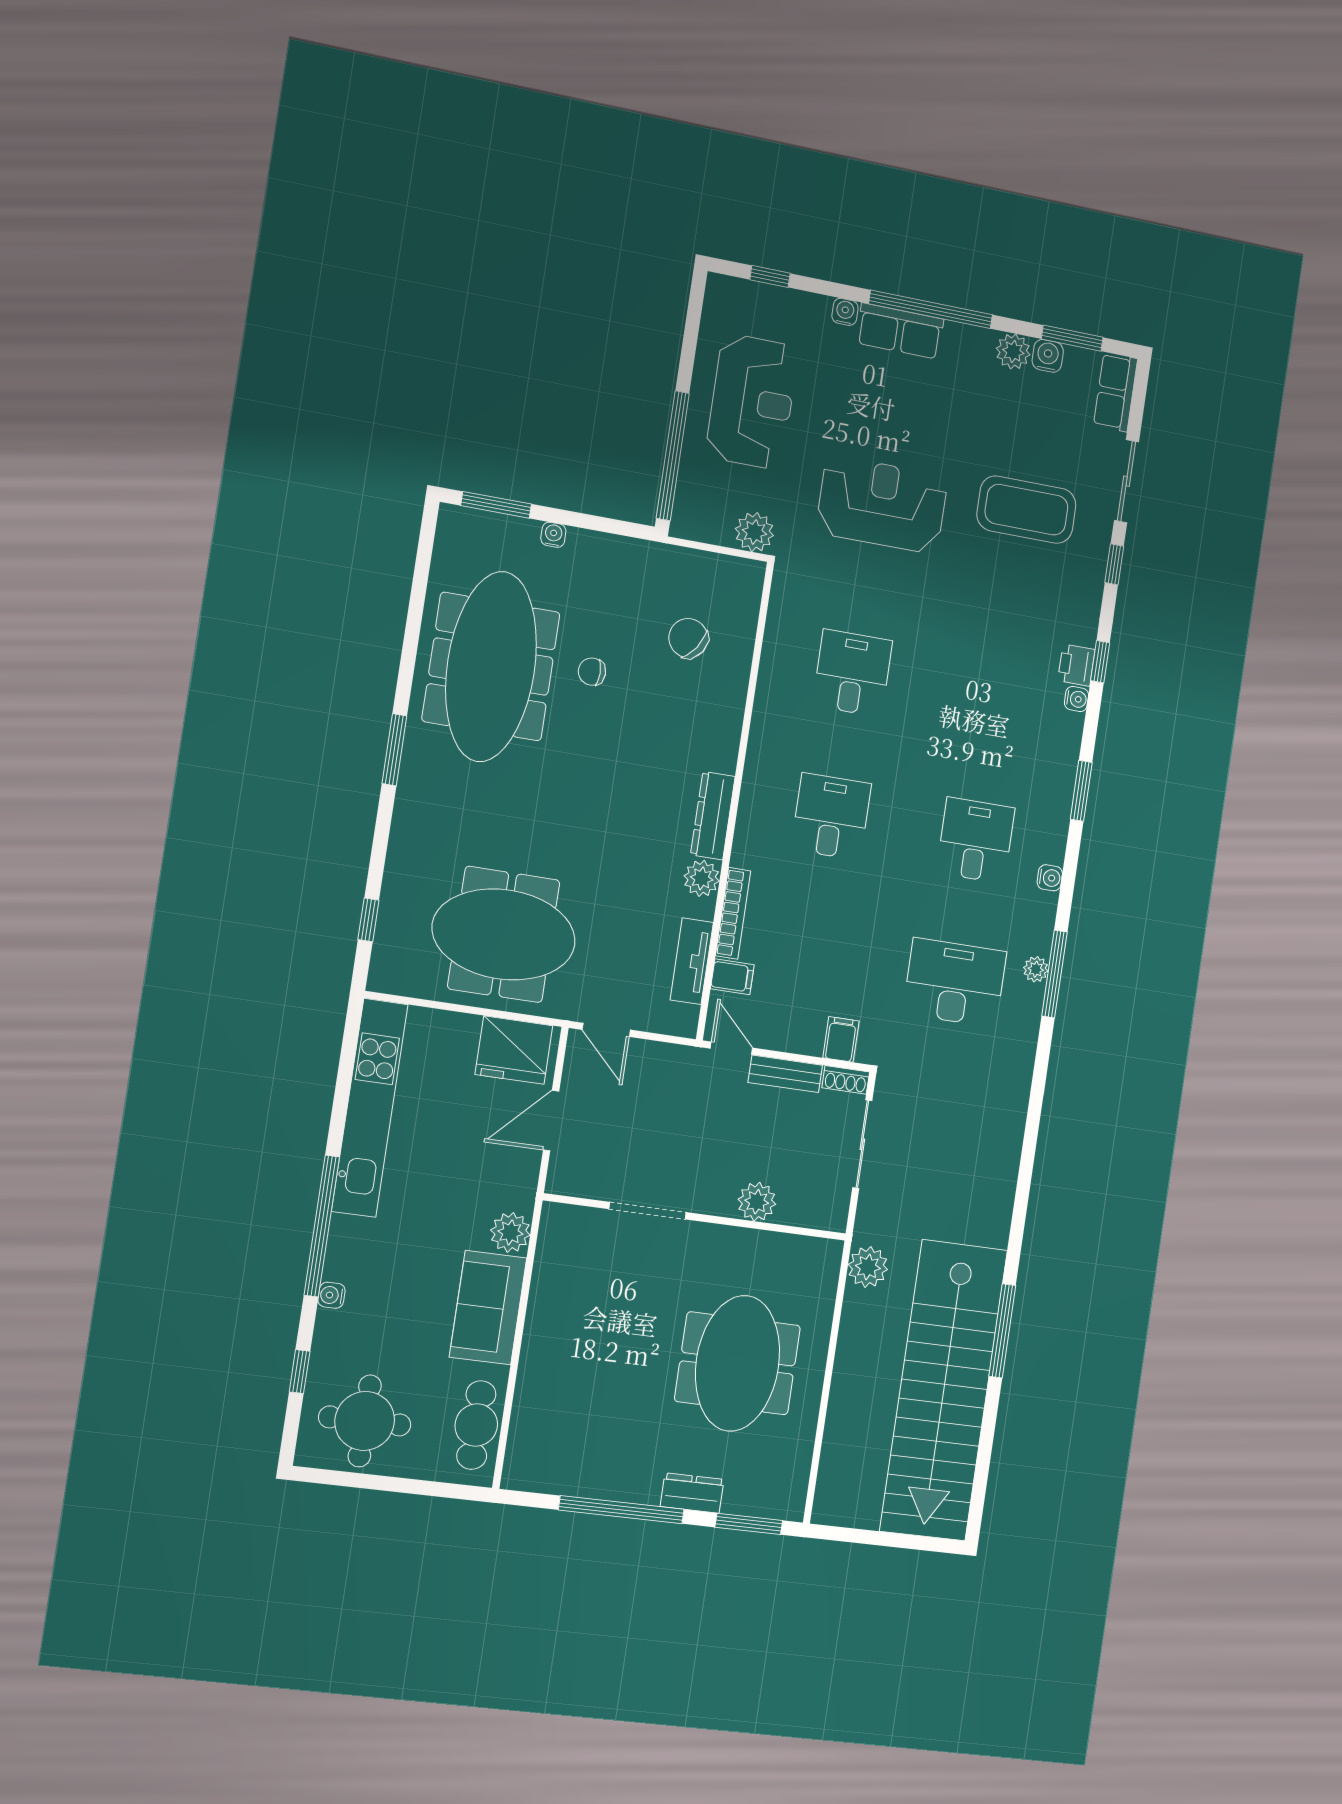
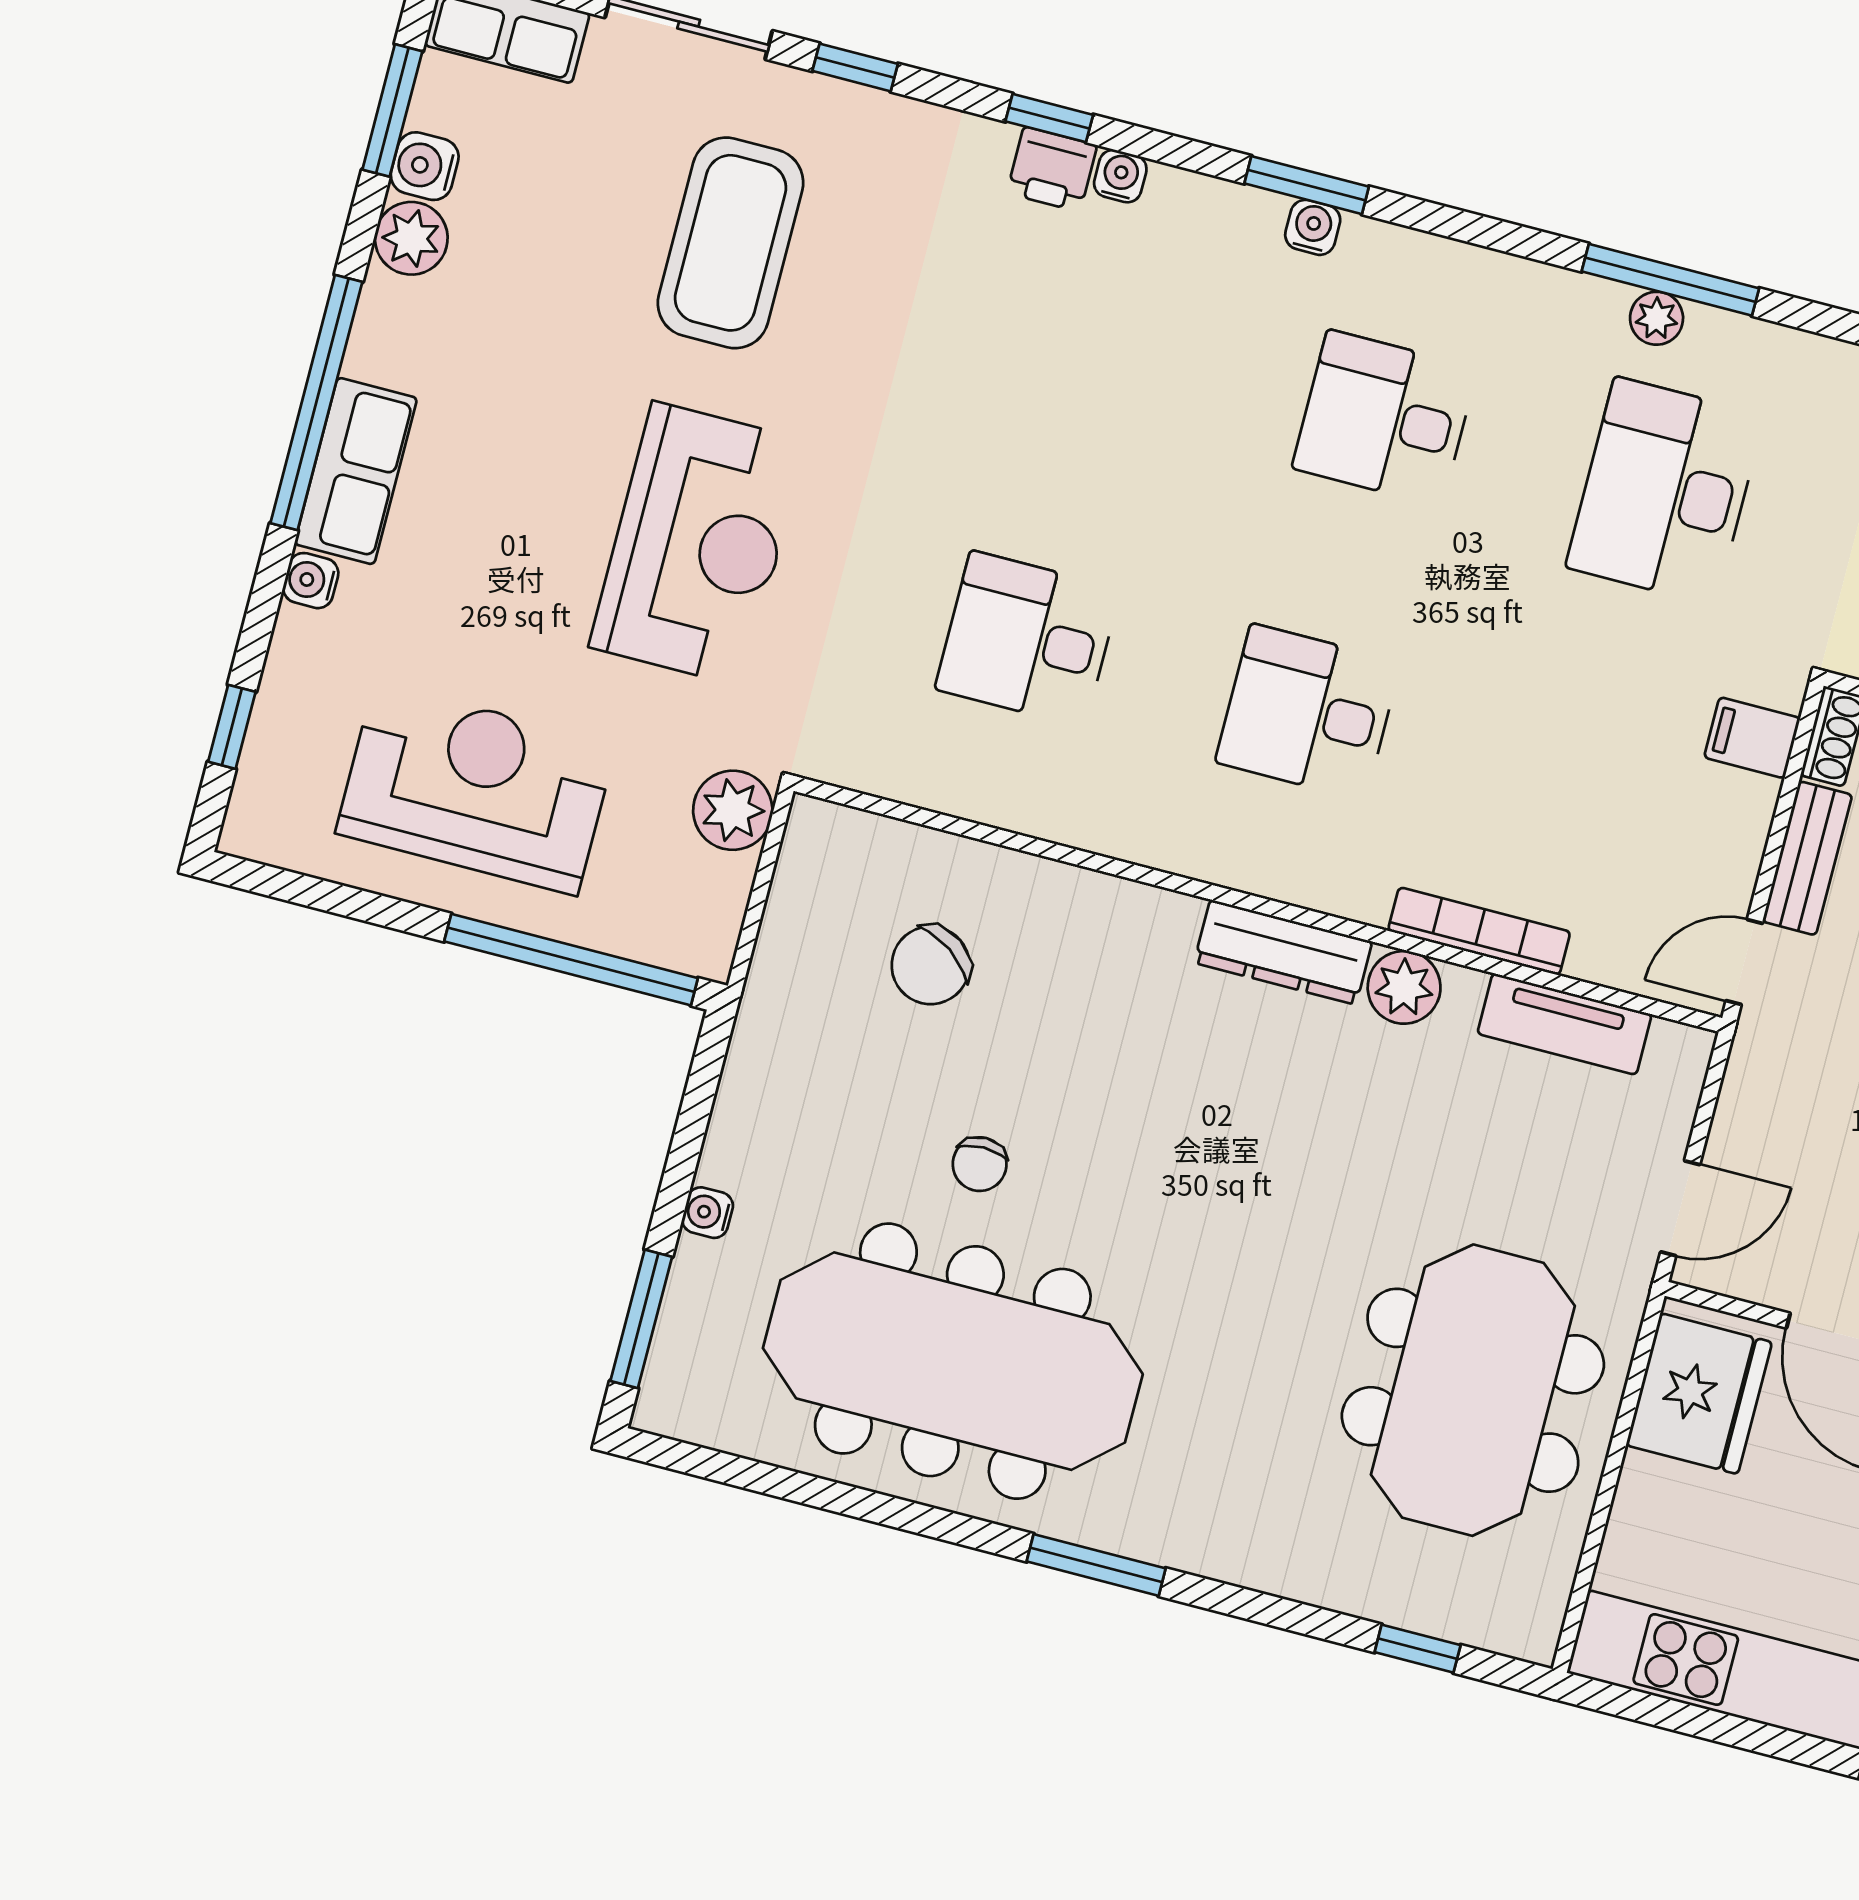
reception desk: (882, 504) -> (698, 544), turned 180
water cooler: (1050, 878) -> (1313, 227), moved
filing cabinet: (732, 977) -> (1604, 946), removed

